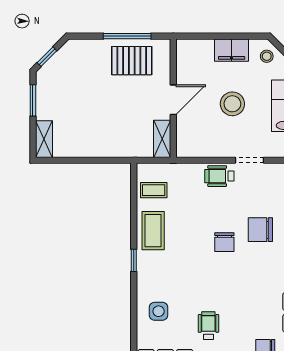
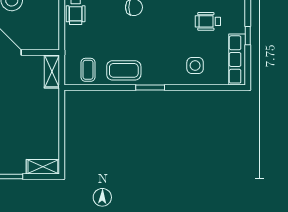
shelving: (162, 139) -> (52, 71), moved, turned 90
window: (134, 260) -> (150, 87), width x1.50

